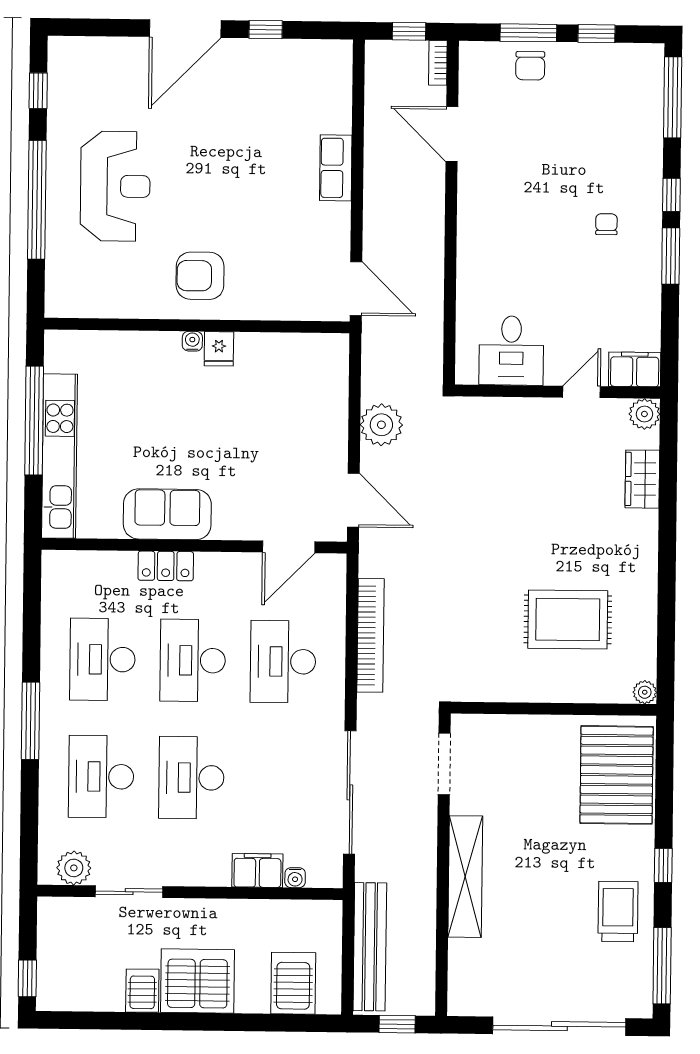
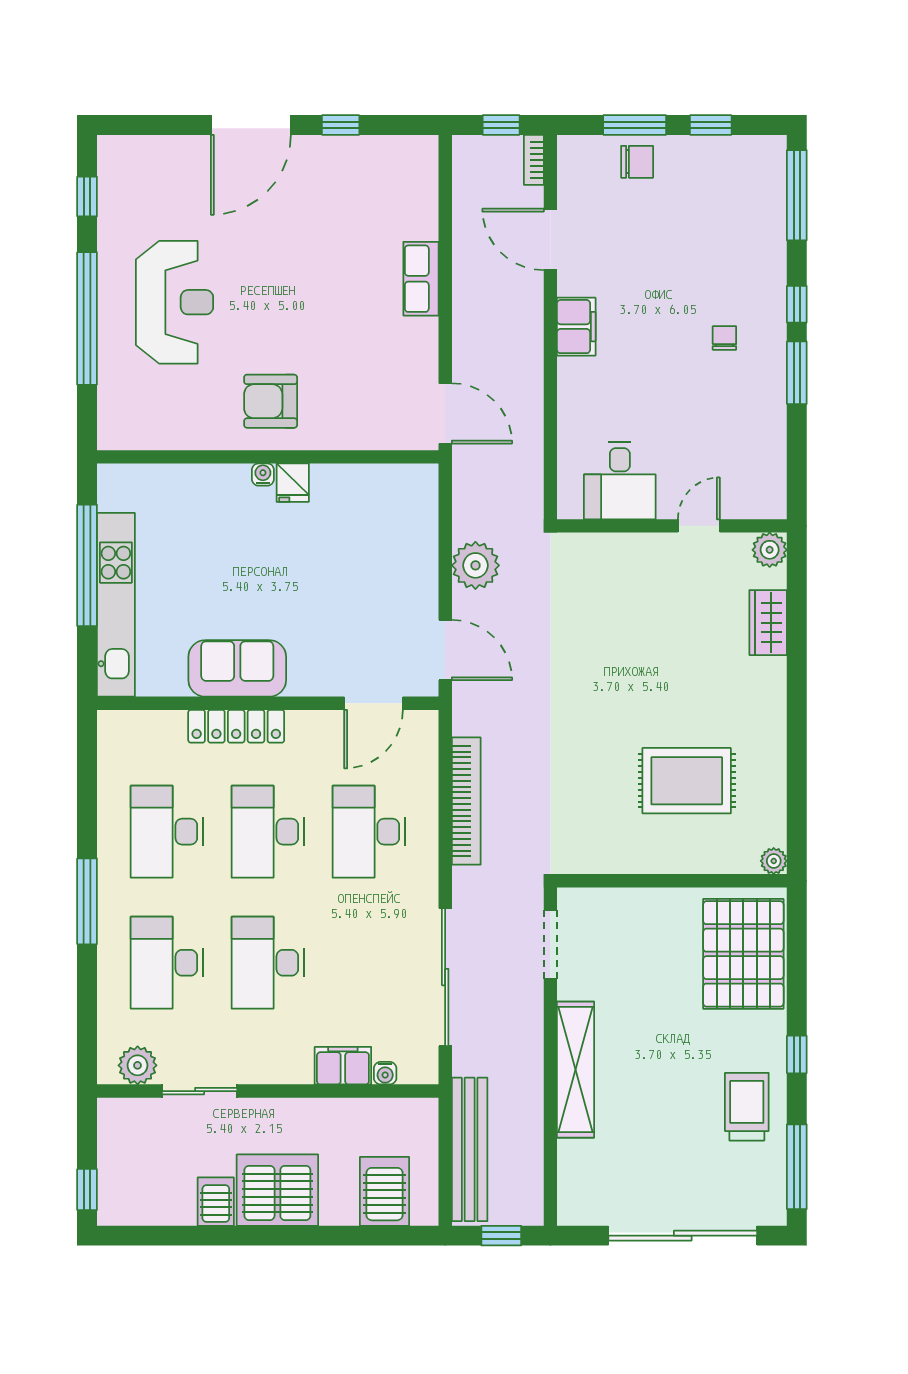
chair: (530, 66) -> (637, 162), turned -90
filing cabinet: (635, 369) -> (576, 327), moved, turned 90
locker: (166, 566) -> (236, 726), width x1.53

